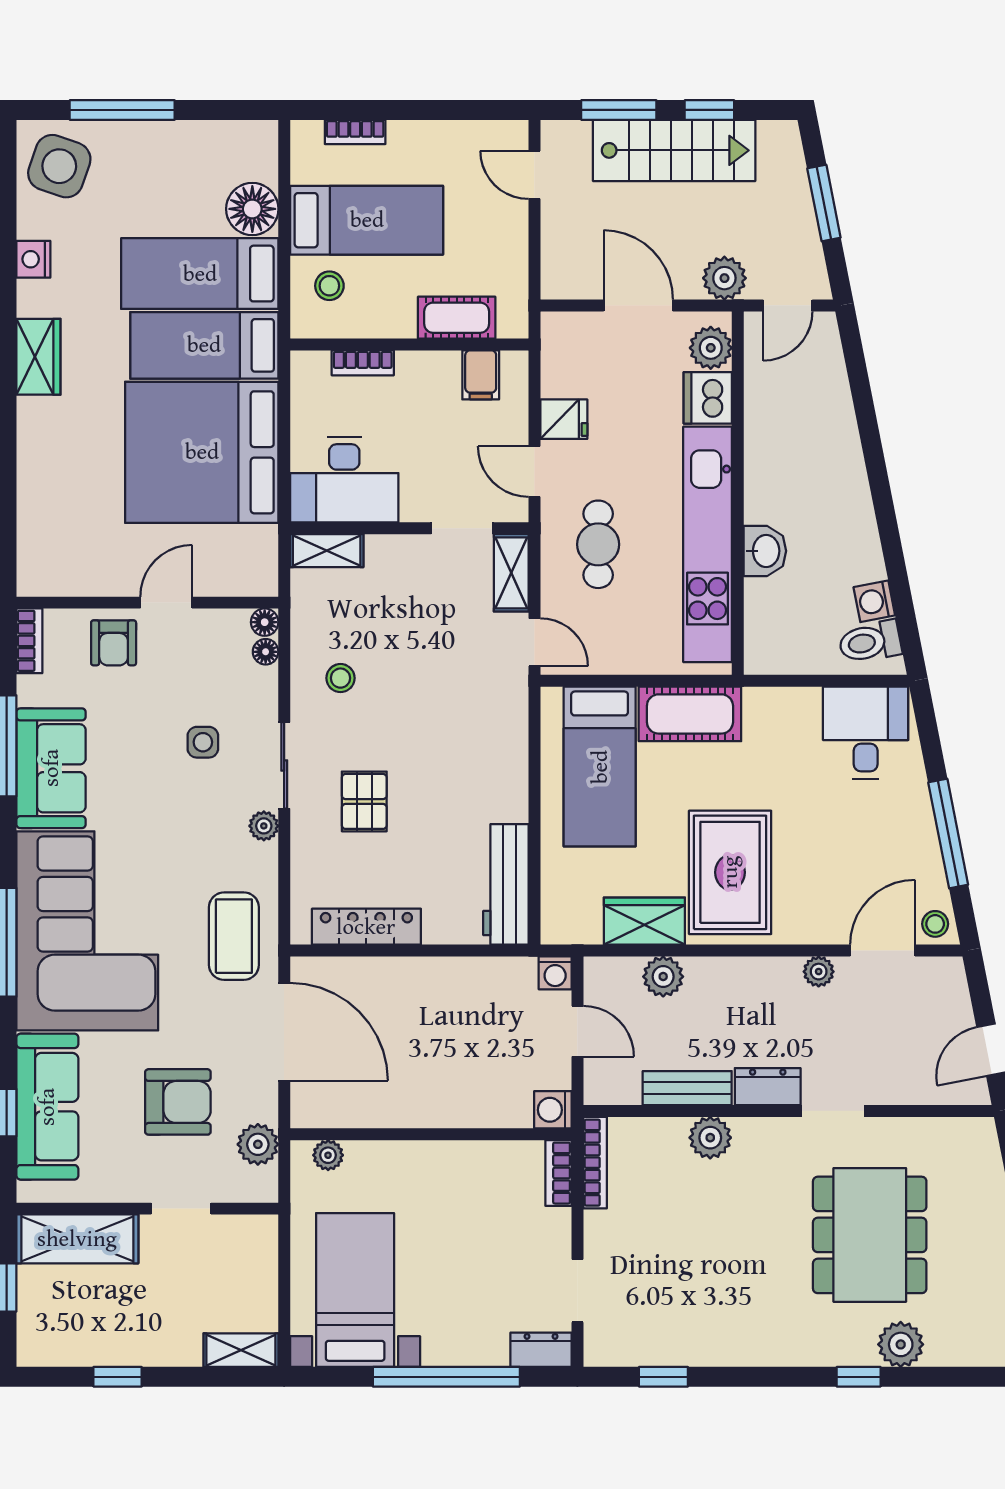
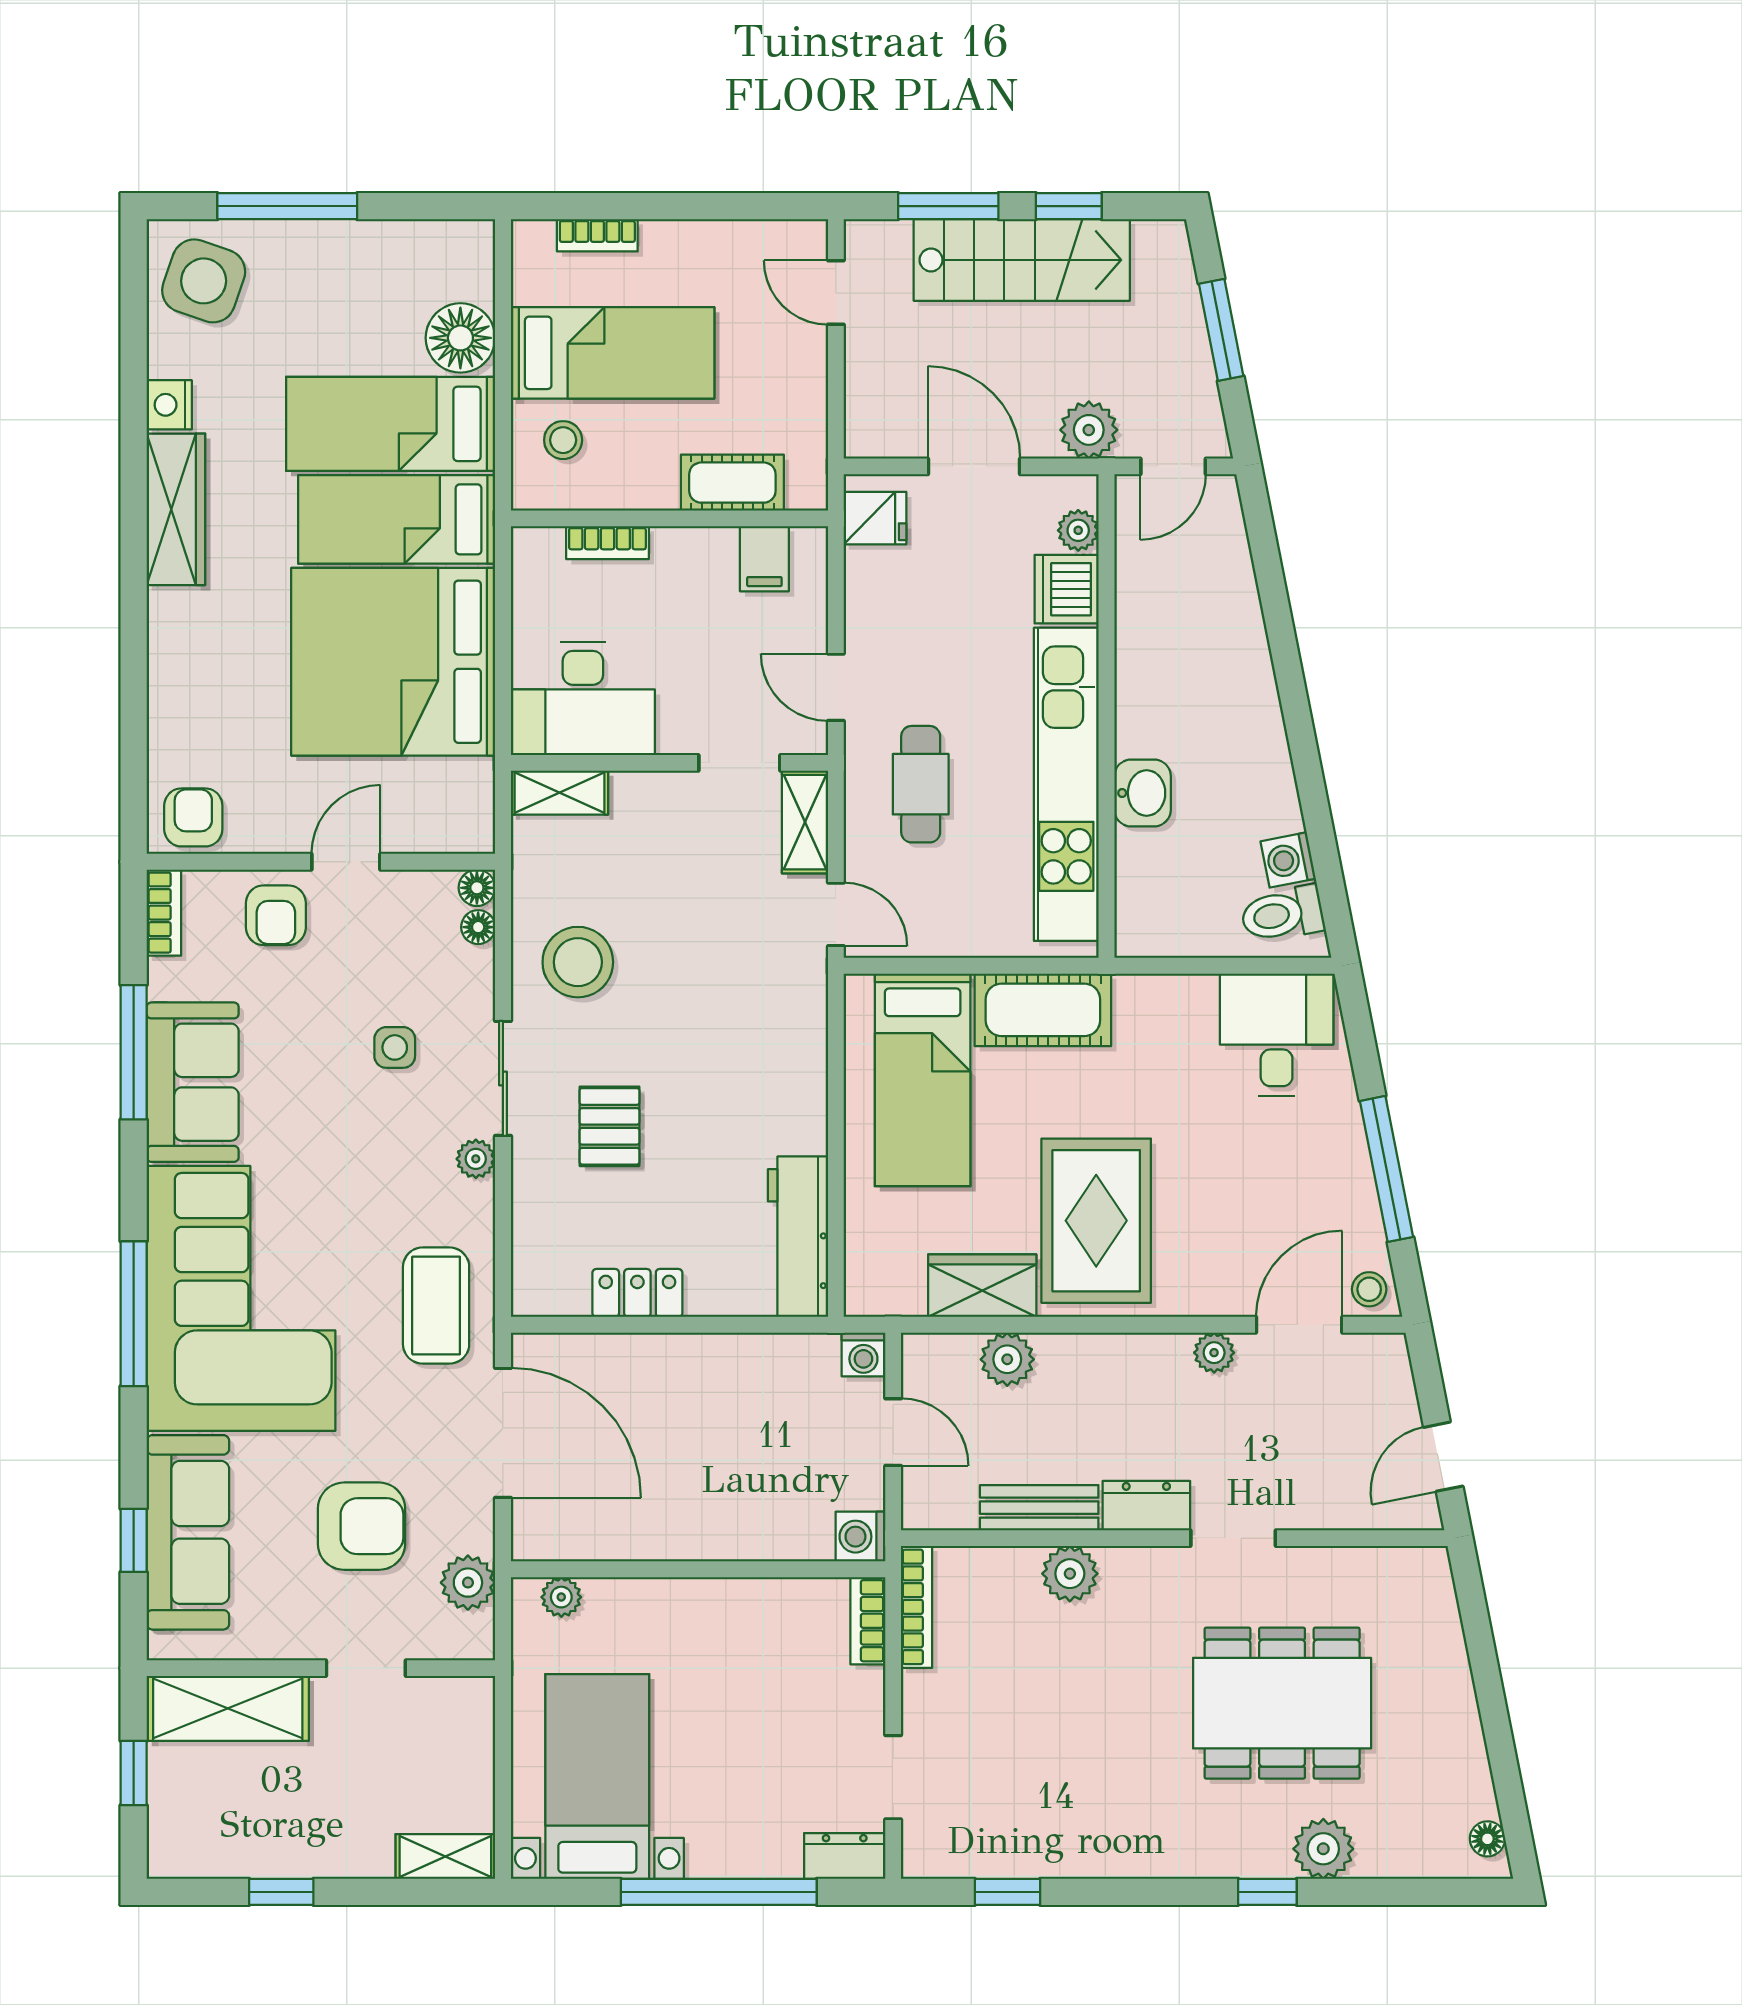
plant: (711, 348) -> (1078, 530), width x0.73, depth x0.73
wardrobe: (38, 357) -> (176, 509), width x1.50
fridge: (564, 419) -> (875, 518), moved
armchair: (51, 569) -> (193, 817), added
stool: (340, 678) -> (578, 962), width x1.89, depth x1.89
locker: (366, 927) -> (637, 1293), width x0.66
dining table: (870, 1235) -> (1282, 1703), turned 90

